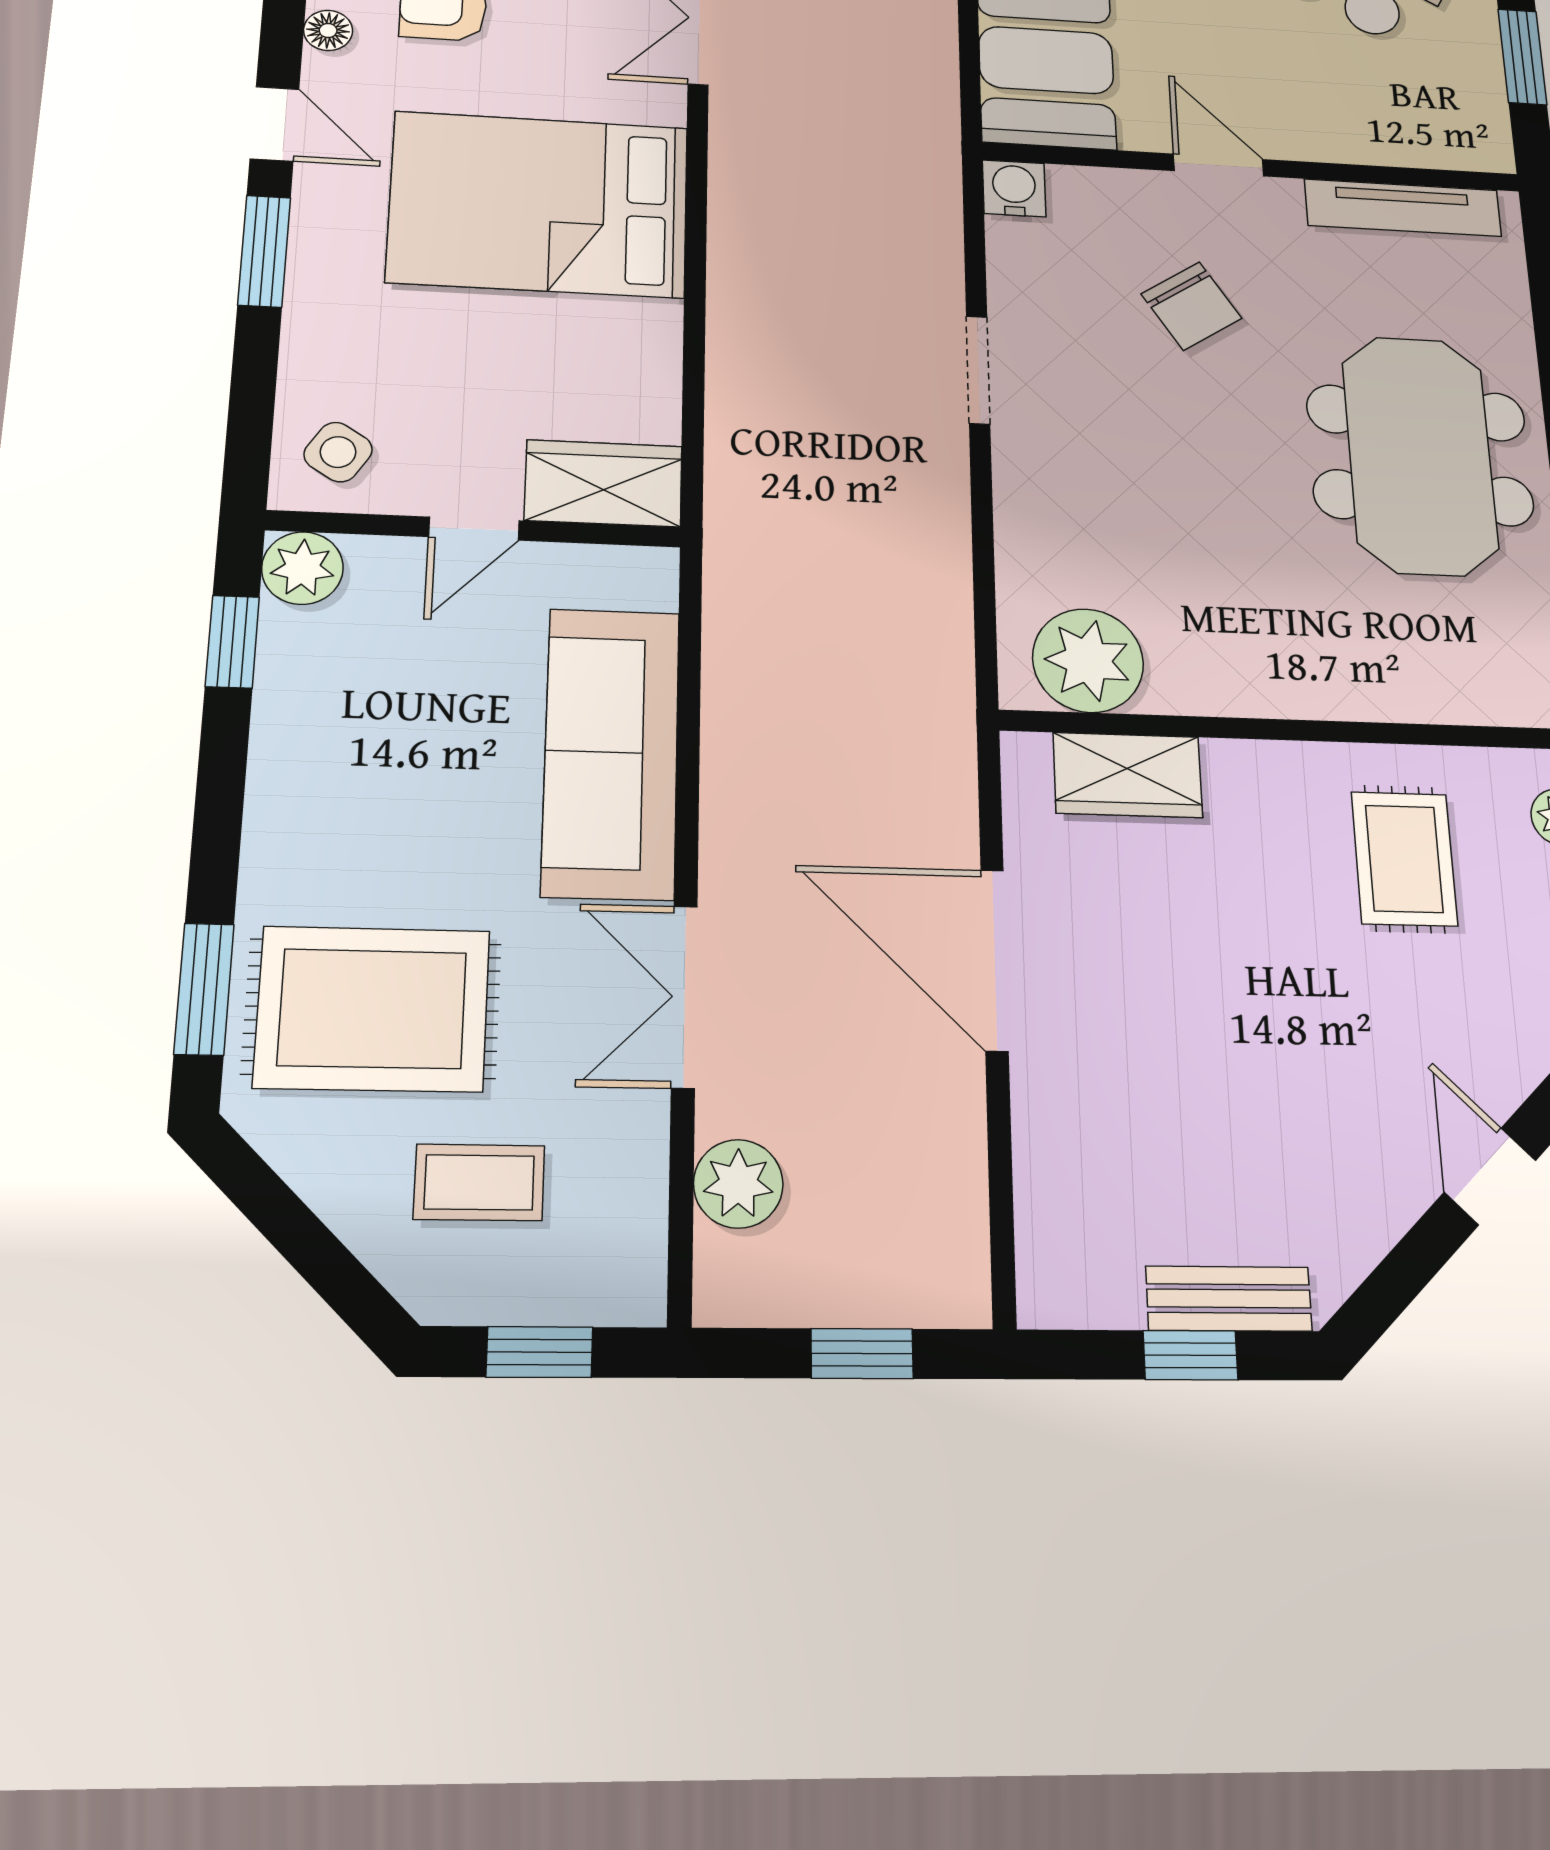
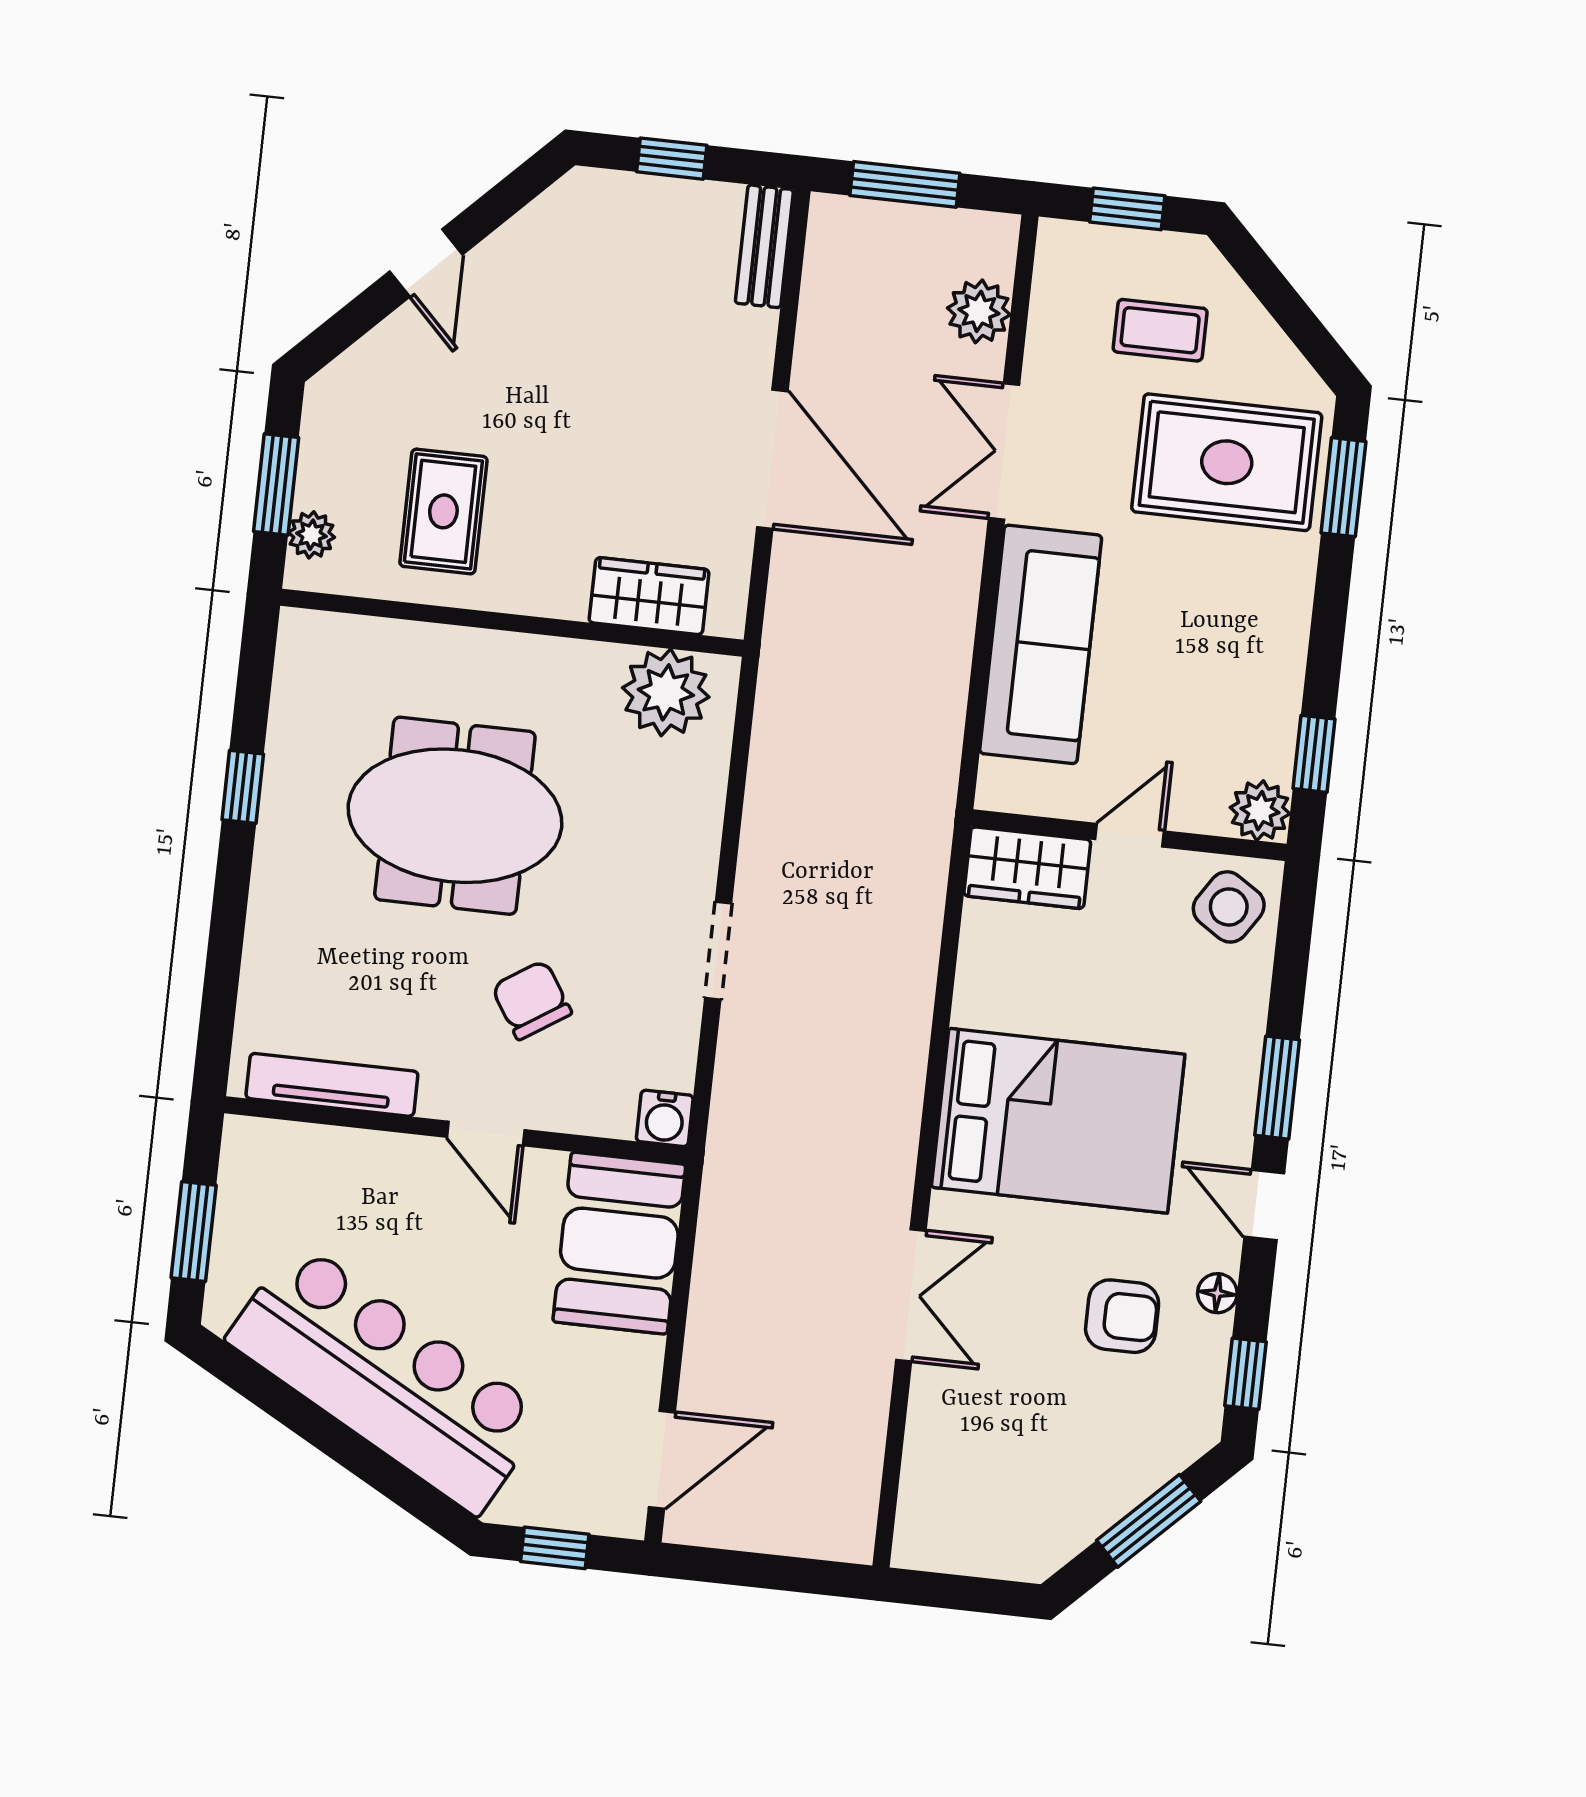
side table: (338, 452) -> (1229, 907), width x1.37, depth x1.37
meeting table: (1420, 455) -> (455, 816), moved, turned 90
double door: (684, 997) -> (1004, 452), swing flipped
bench: (1229, 1299) -> (764, 246), moved, turned 90
window: (862, 1354) -> (905, 184), width x1.50

